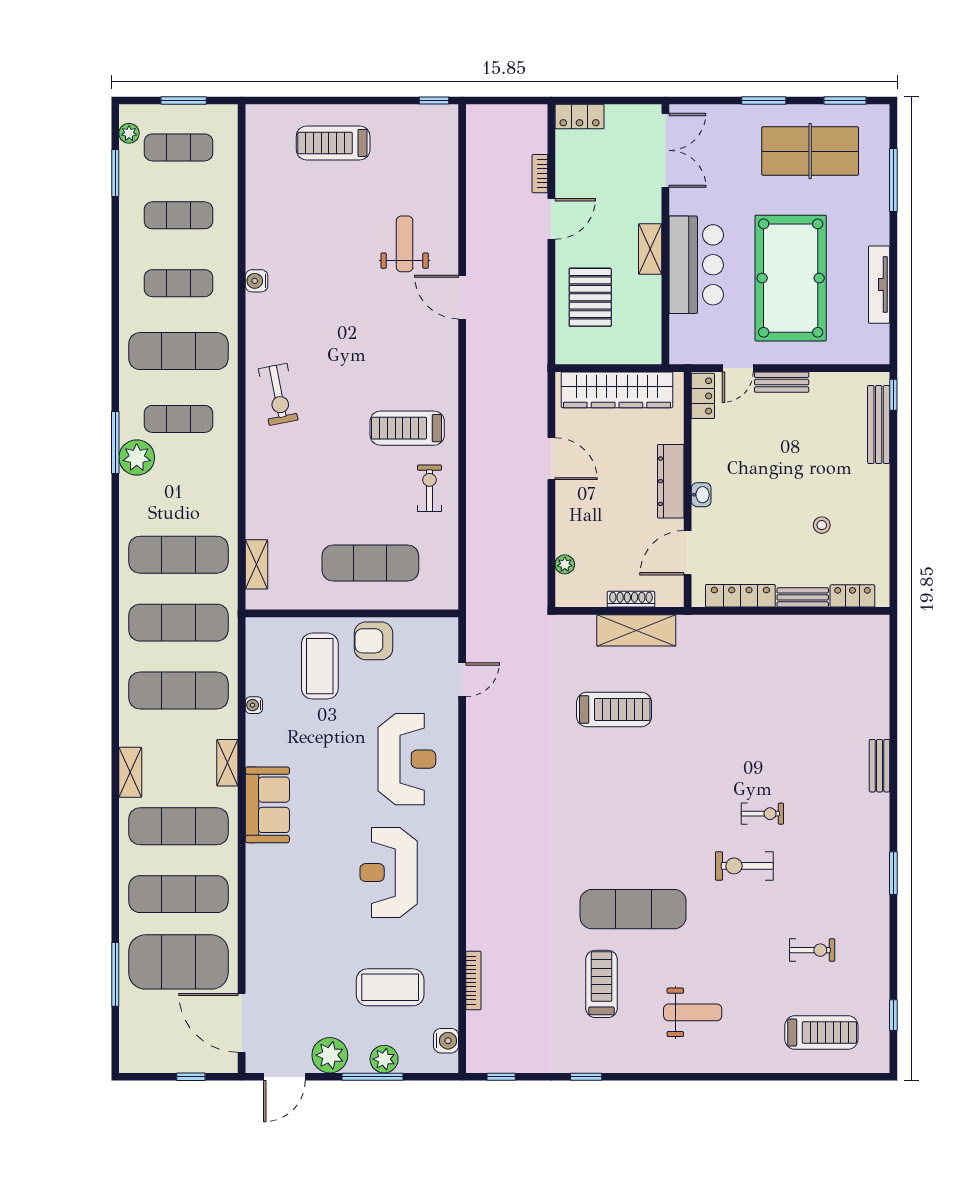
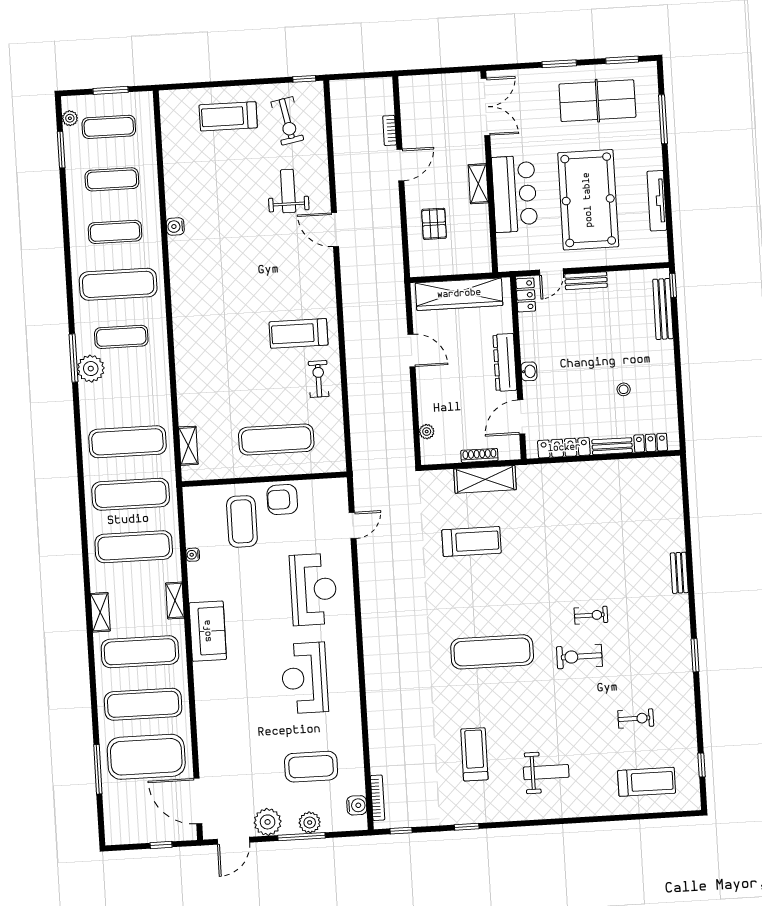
locker: (580, 117) -> (418, 85), removed
pallet: (590, 297) -> (434, 224), width x0.67, depth x0.71
exercise bike: (278, 394) -> (287, 121), moved
exercise mat: (633, 909) -> (492, 652), moved
bookcase: (473, 980) -> (378, 798), moved

